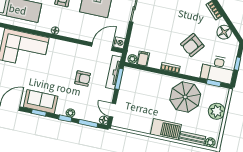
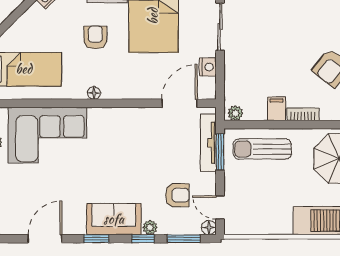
nightstand: (120, 43) -> (208, 67), moved
filing cabinet: (143, 59) -> (277, 109), moved
armchair: (83, 79) -> (177, 195), moved
sun lounger: (143, 82) -> (262, 149), added
sofa: (41, 102) -> (114, 219), moved

